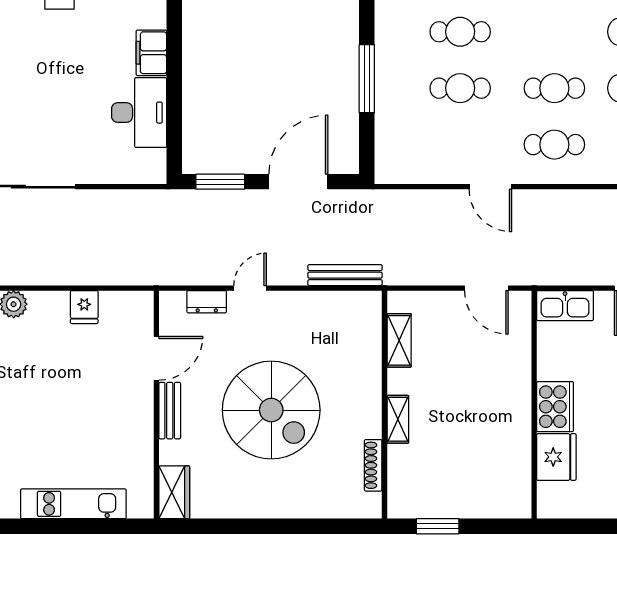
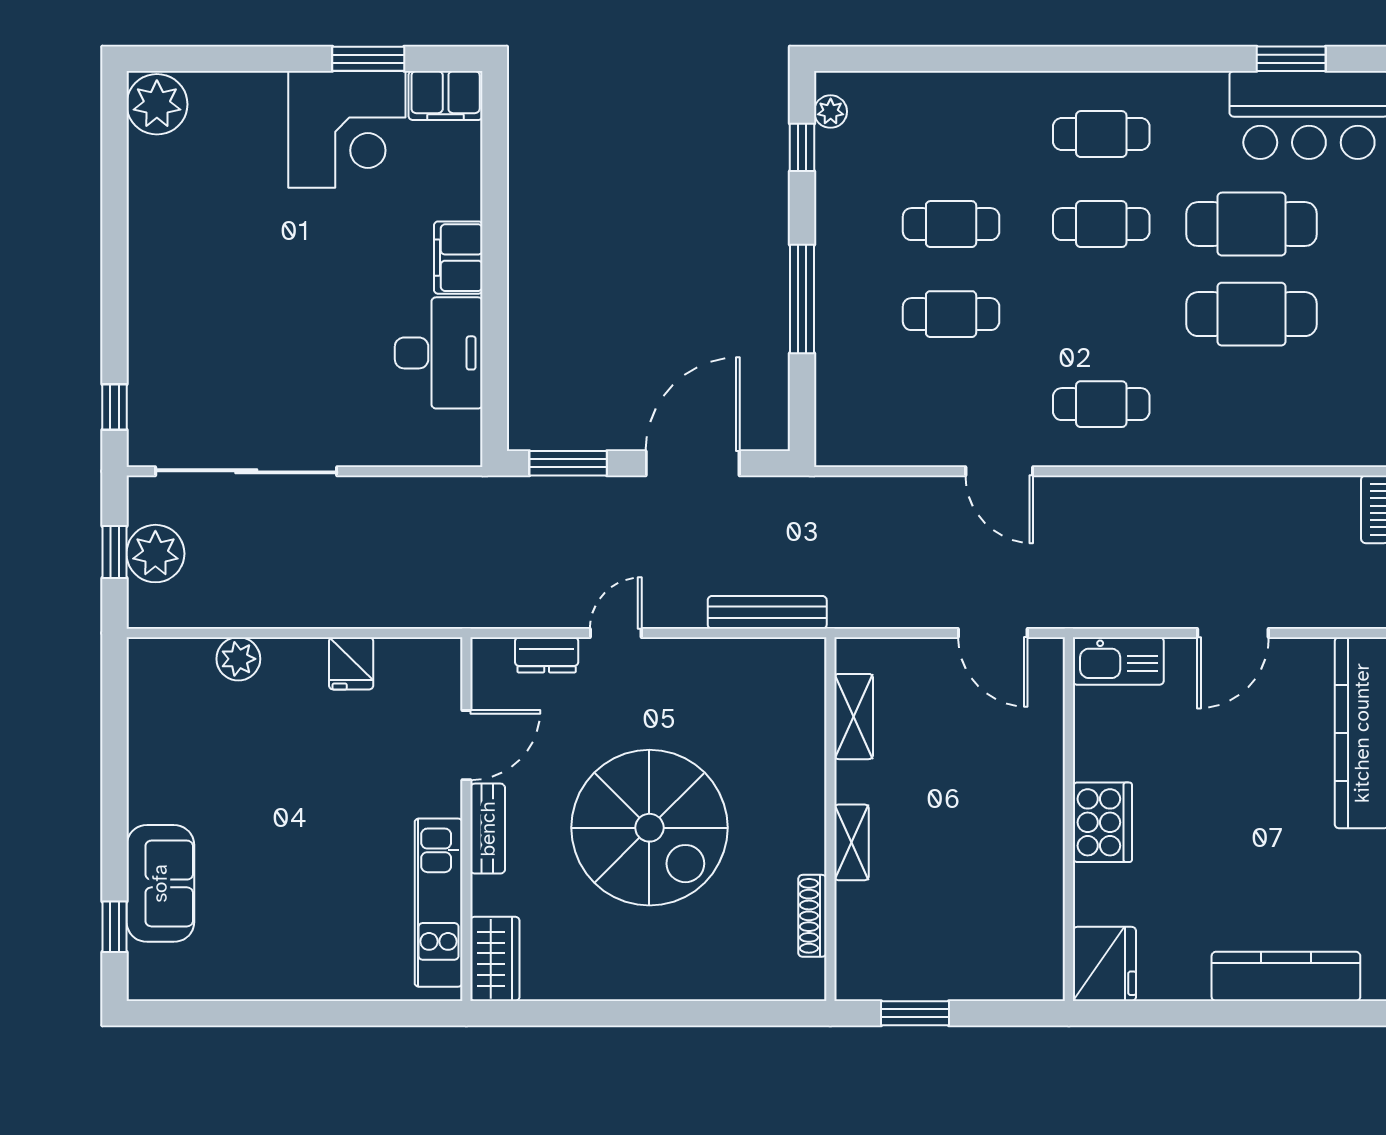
cafe table: (554, 88) -> (1101, 224), moved
fridge: (556, 457) -> (1104, 964), moved
kitchen unit: (73, 504) -> (439, 903), moved, turned -90

